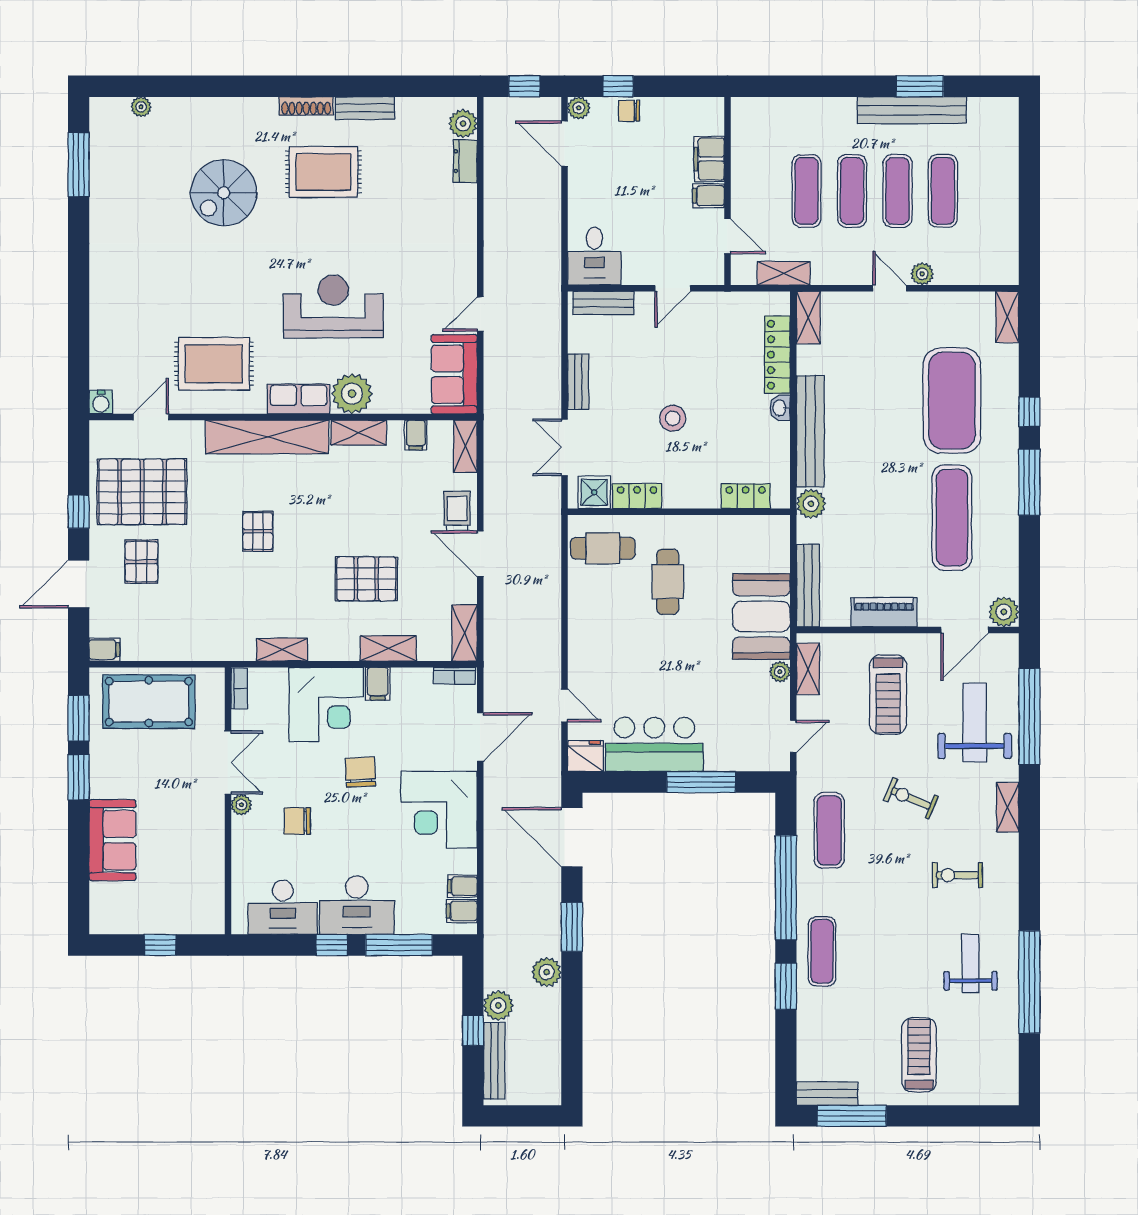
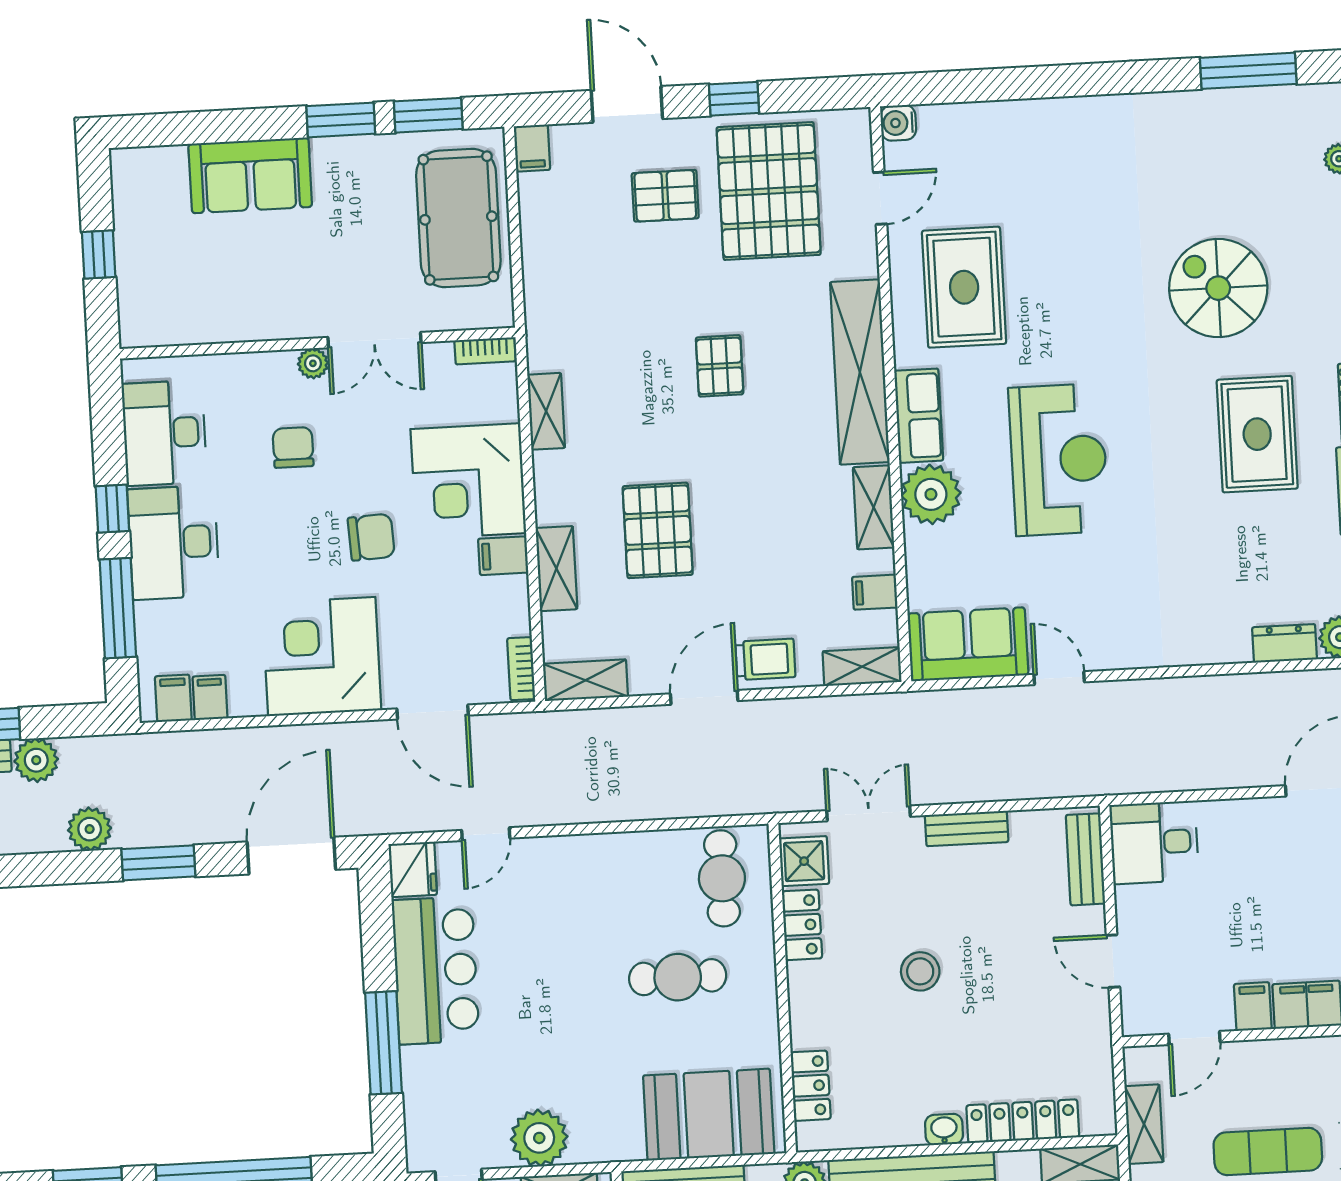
door: (151, 417) -> (880, 198), hinge flipped
pallet: (258, 531) -> (720, 366), turned 90
booth: (761, 617) -> (709, 1115), moved
plant: (780, 672) -> (539, 1138), width x1.88, depth x1.88

